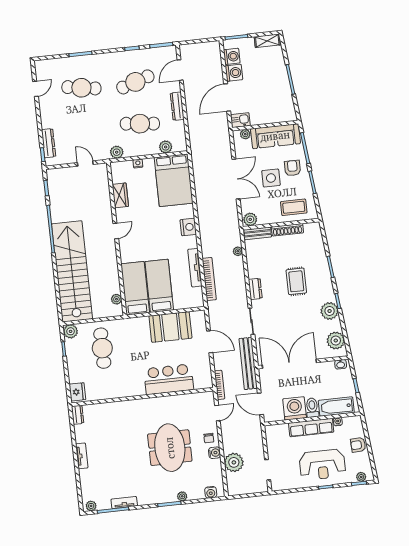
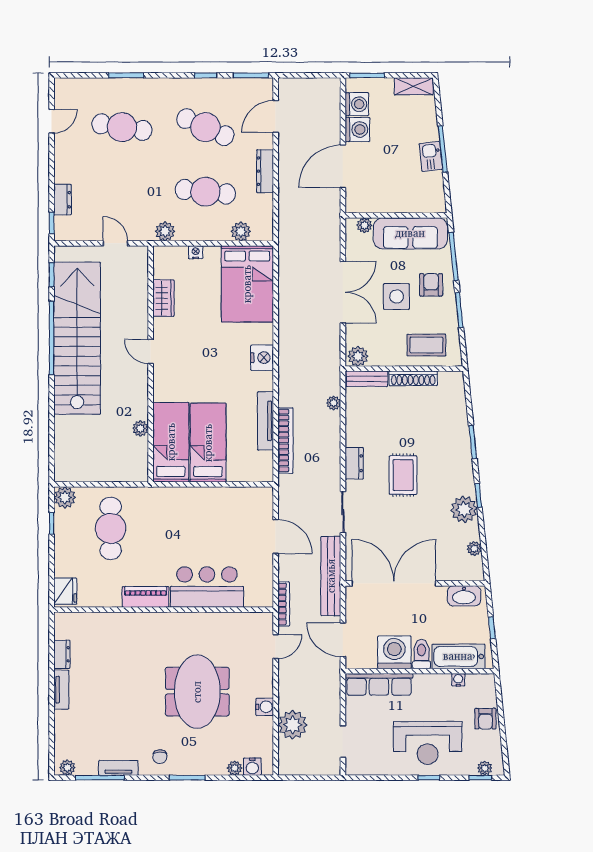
cafe table: (135, 82) -> (205, 127), turned 42
kitchen sink: (240, 120) -> (431, 157), moved, turned -96
dresser: (49, 143) -> (62, 200), width x0.70
door: (116, 231) -> (151, 352), swing flipped
stairs: (72, 271) -> (77, 338), moved
rug: (296, 281) -> (403, 475), moved
plant: (116, 299) -> (140, 428), moved
booth: (170, 327) -> (218, 507), removed
plant: (336, 341) -> (474, 549), width x0.53, depth x0.53
washbasin: (341, 364) -> (464, 596), width x1.91, depth x1.45
piano: (130, 390) -> (146, 597), added
dresser: (78, 415) -> (62, 654), moved
row of seats: (311, 428) -> (379, 684), moved
chair: (209, 438) -> (160, 757), moved
armchair: (358, 445) -> (485, 719), turned -88
plant: (182, 496) -> (235, 768), moved

